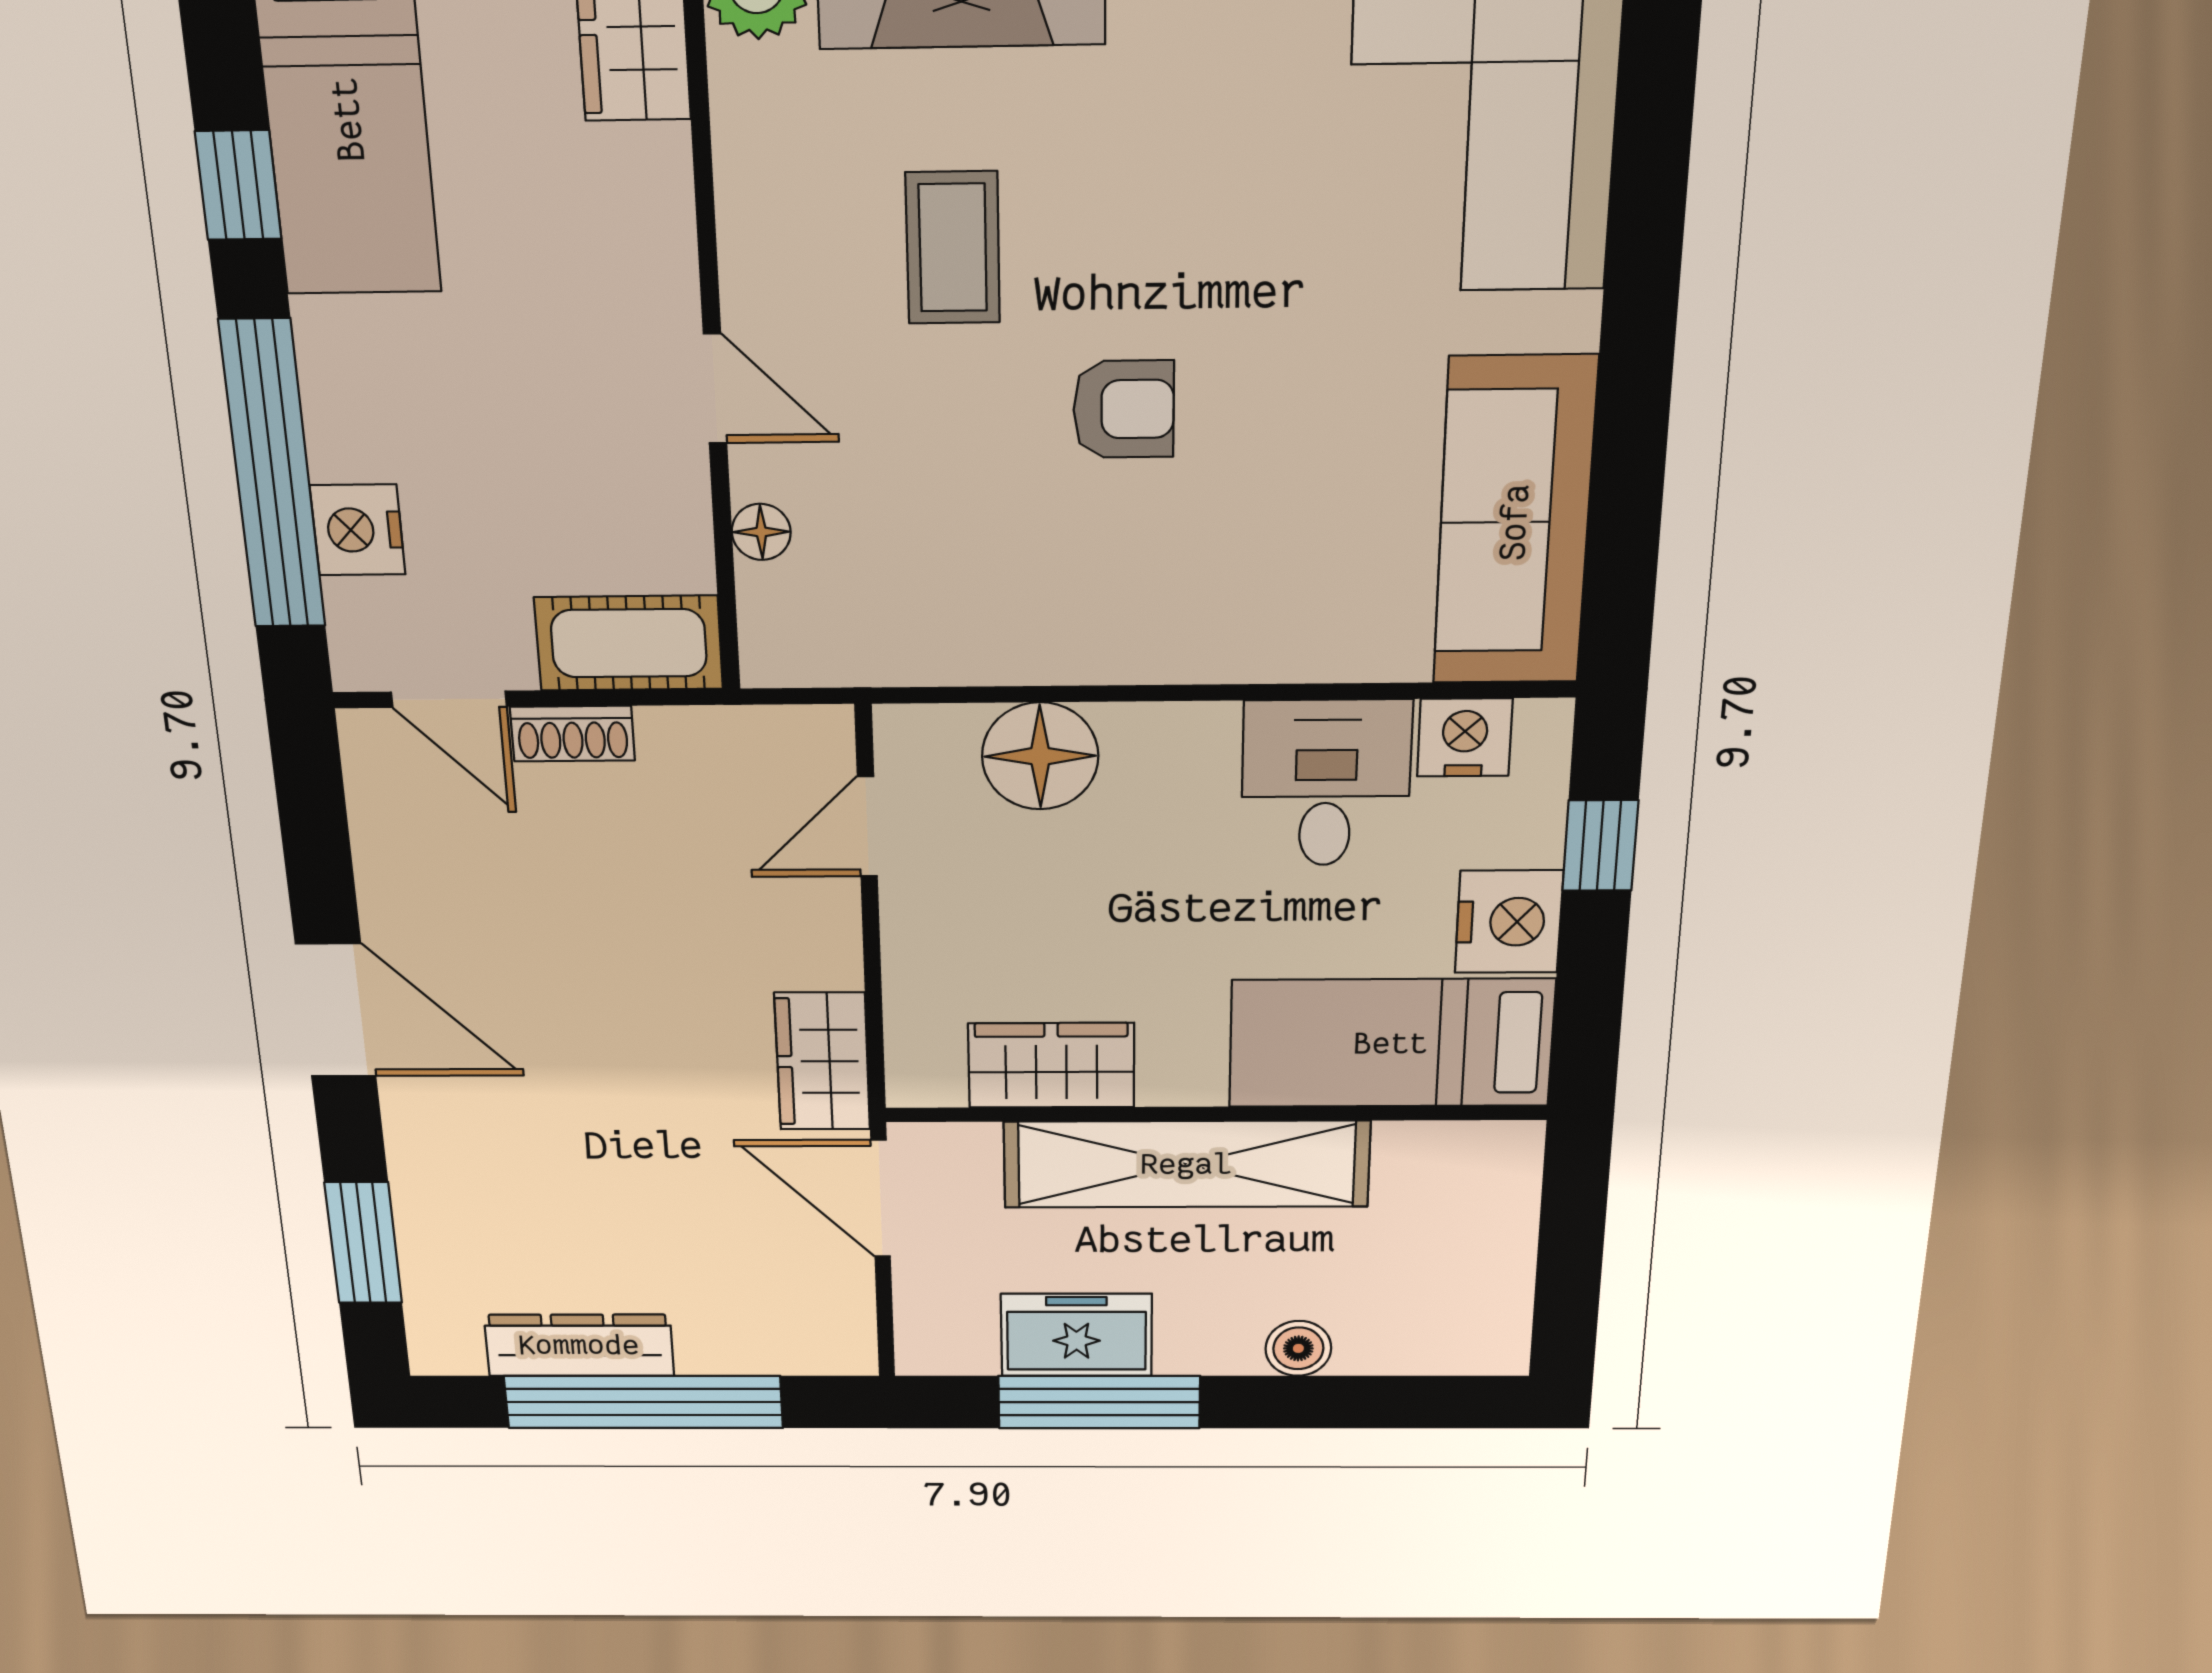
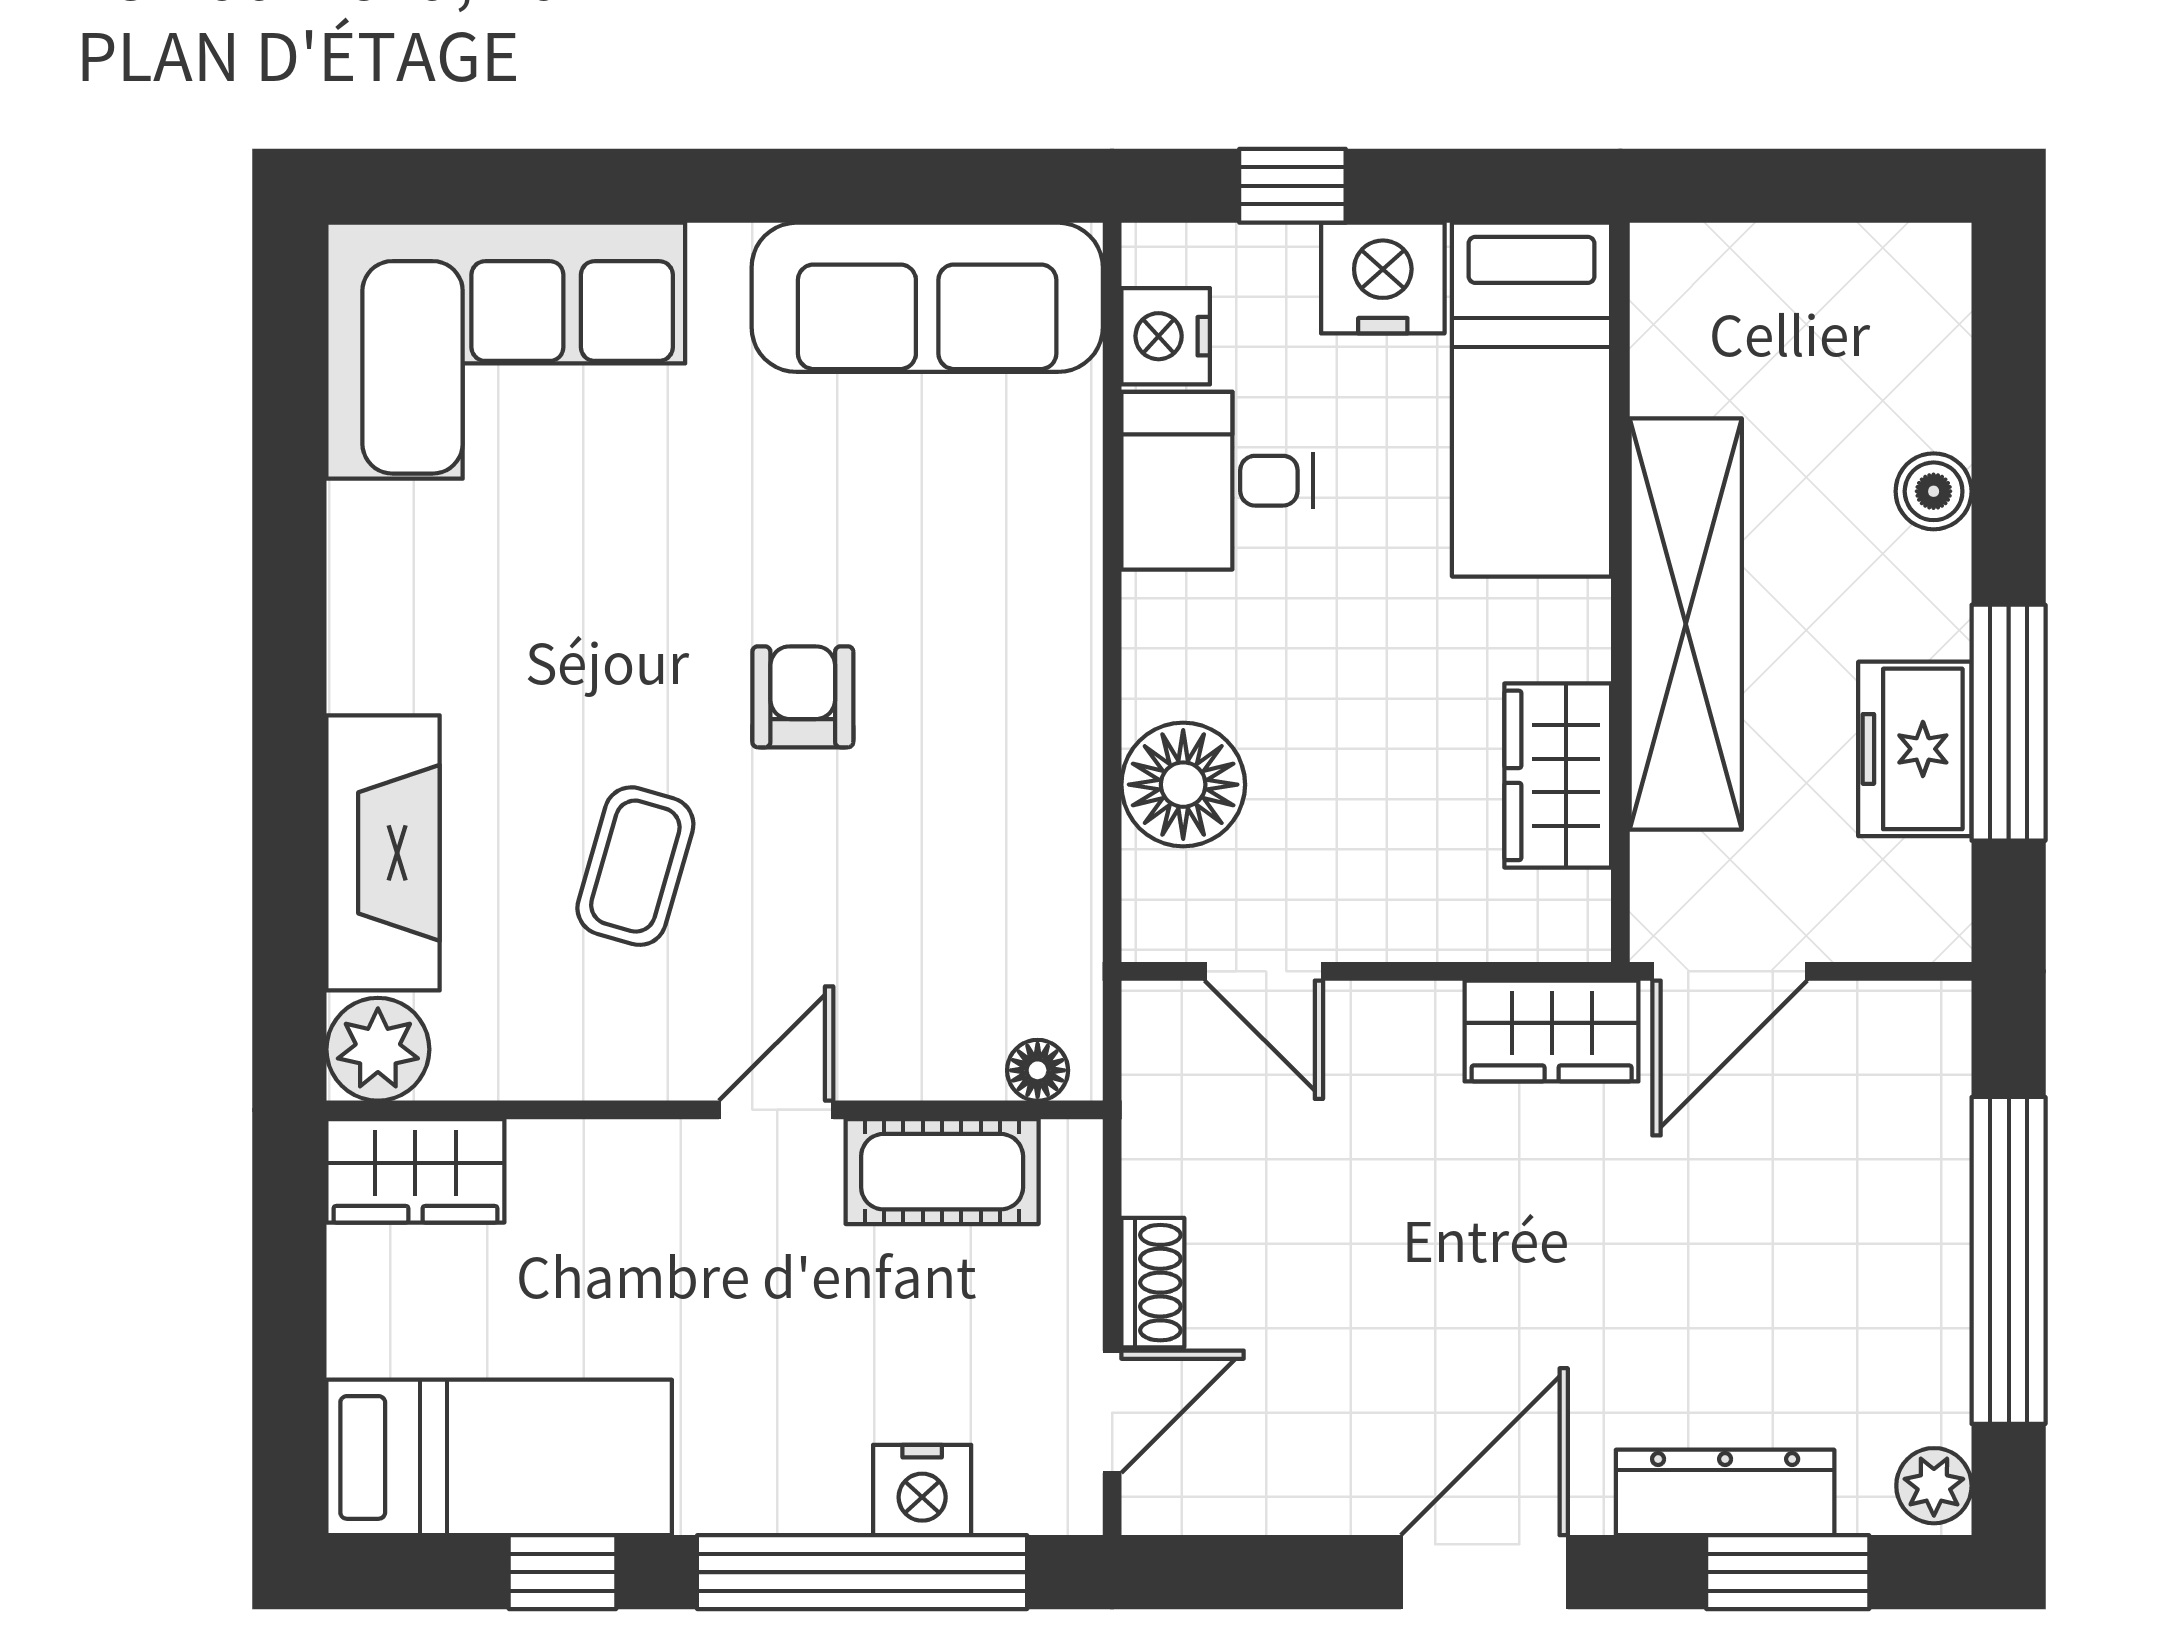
coffee table: (953, 248) -> (635, 866), turned -74
floor lamp: (761, 532) -> (1038, 1070), moved
cot: (629, 643) -> (942, 1172), moved, turned 90
dresser: (579, 1345) -> (1725, 1492), moved, turned 90
plant: (449, 1349) -> (1934, 1486), added

